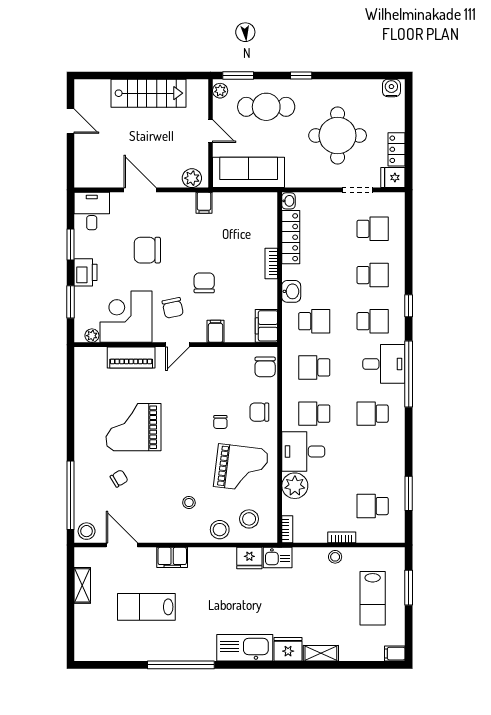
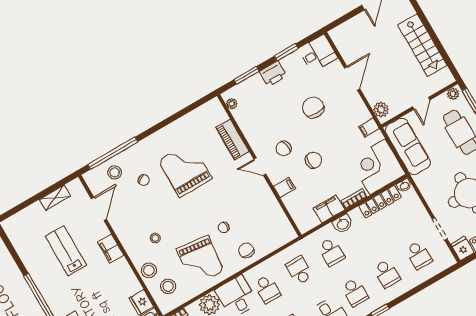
corner desk: (126, 317) -> (378, 167), moved, turned -90
filing cabinet: (266, 326) -> (329, 209), moved
chair: (265, 367) -> (280, 236), removed
school desk: (314, 414) -> (267, 289), turned 180
stool: (87, 531) -> (115, 172), moved

